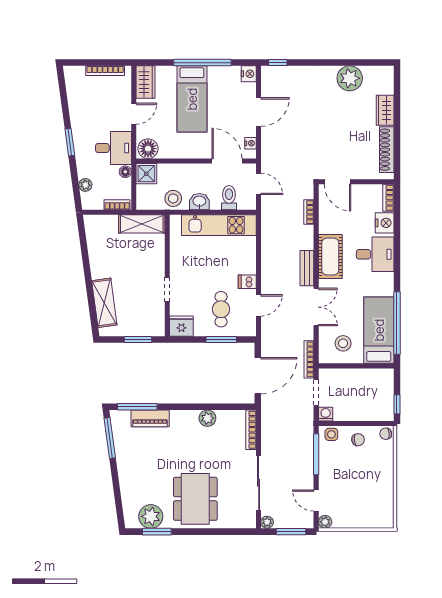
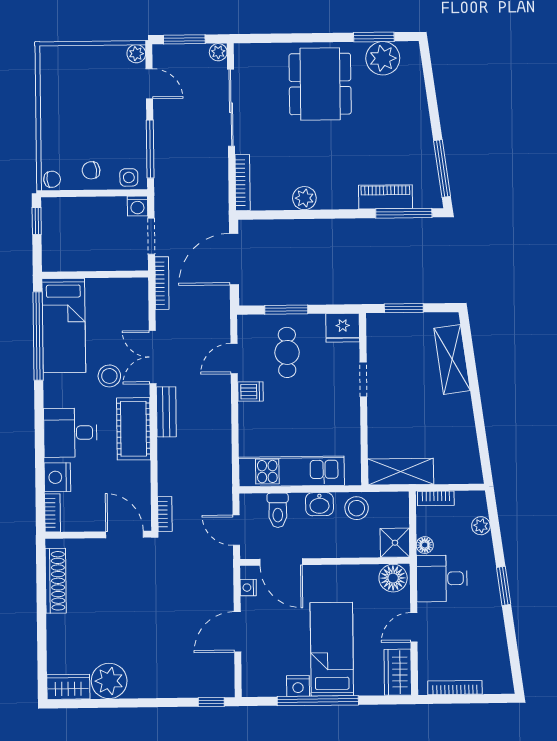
nightstand: (249, 74) -> (298, 686), moved, turned -90
wardrobe: (385, 110) -> (68, 687), moved, turned -90
bookcase: (309, 212) -> (165, 514), moved
stool: (343, 343) -> (109, 376), moved

